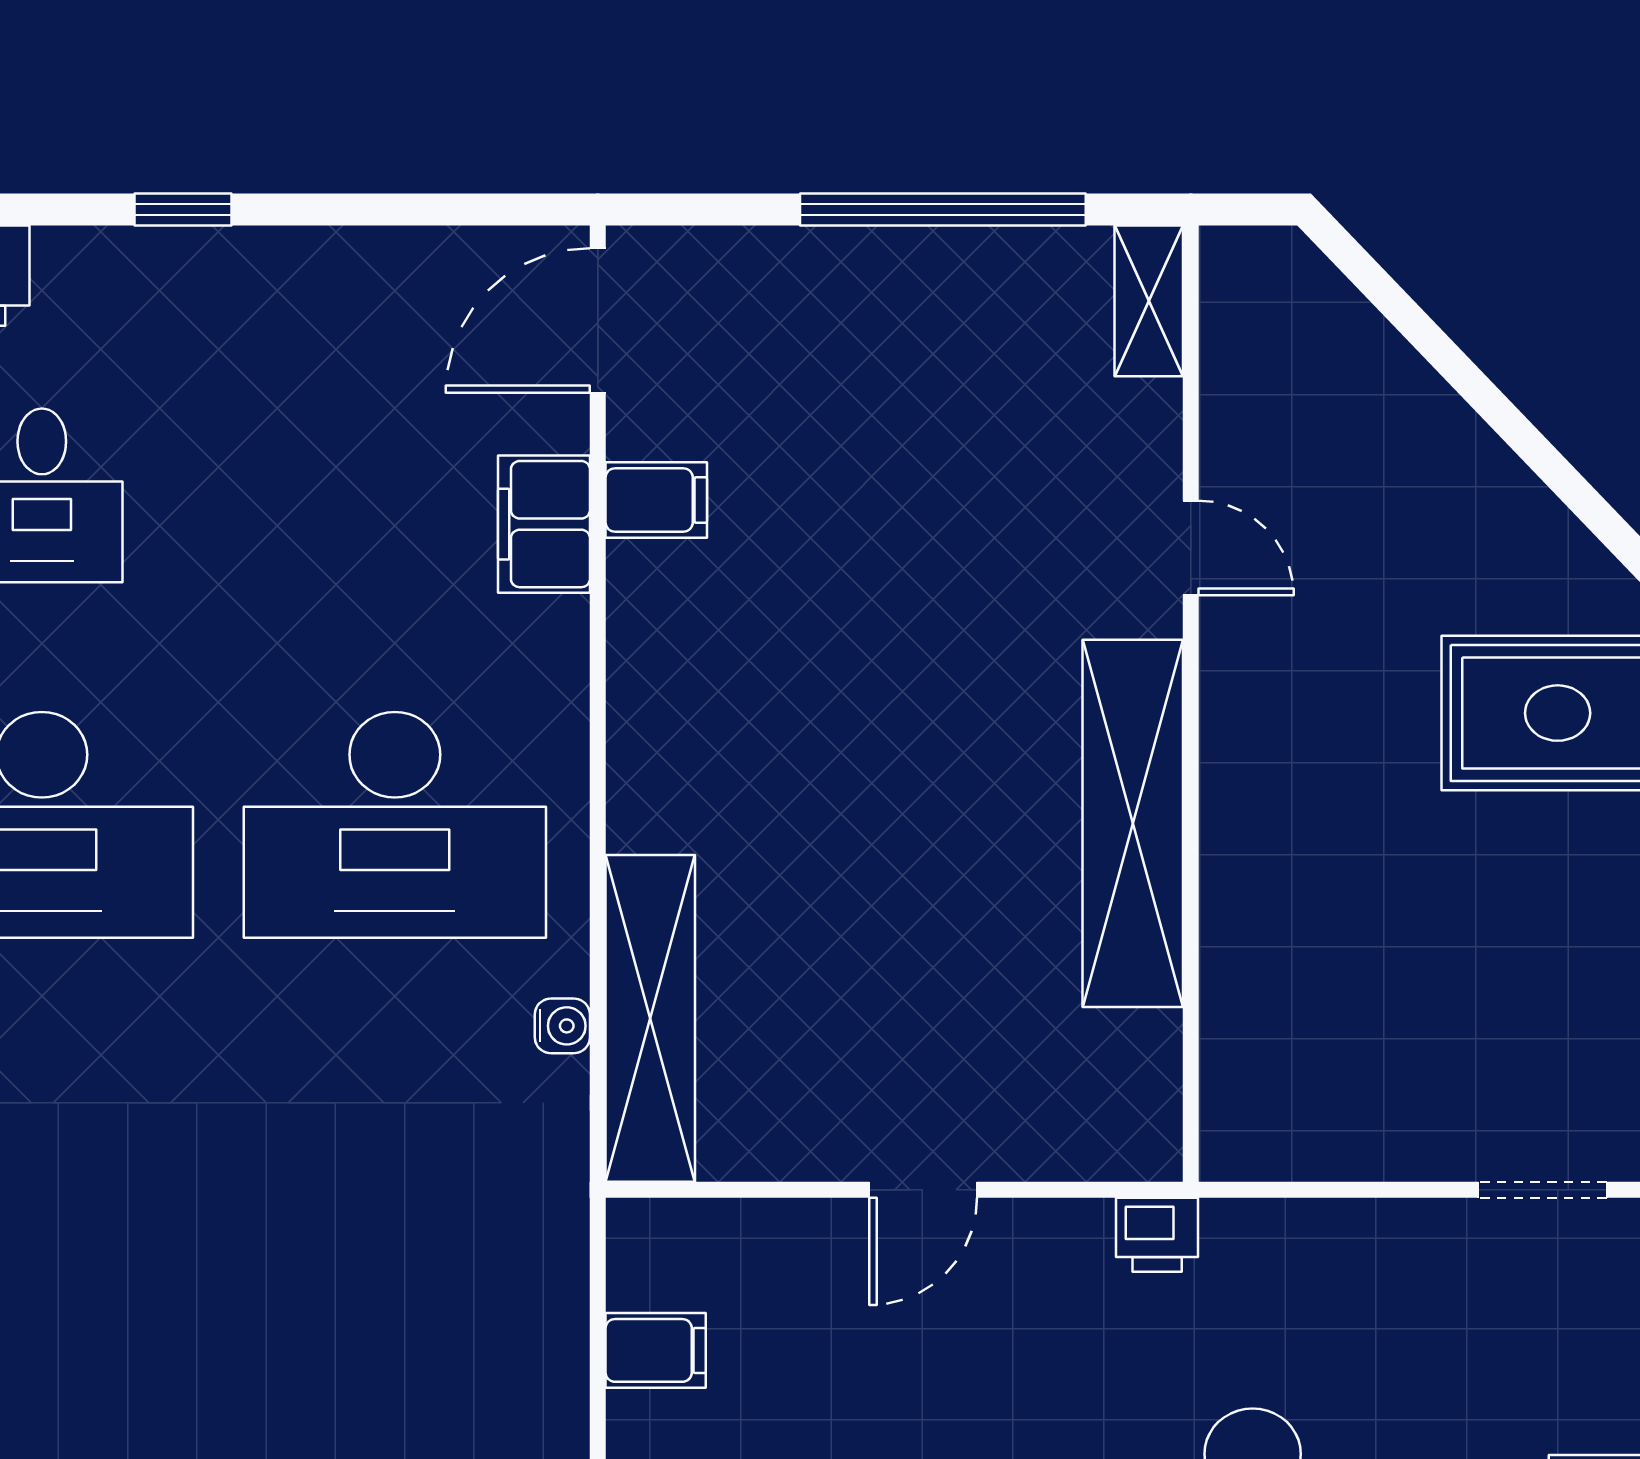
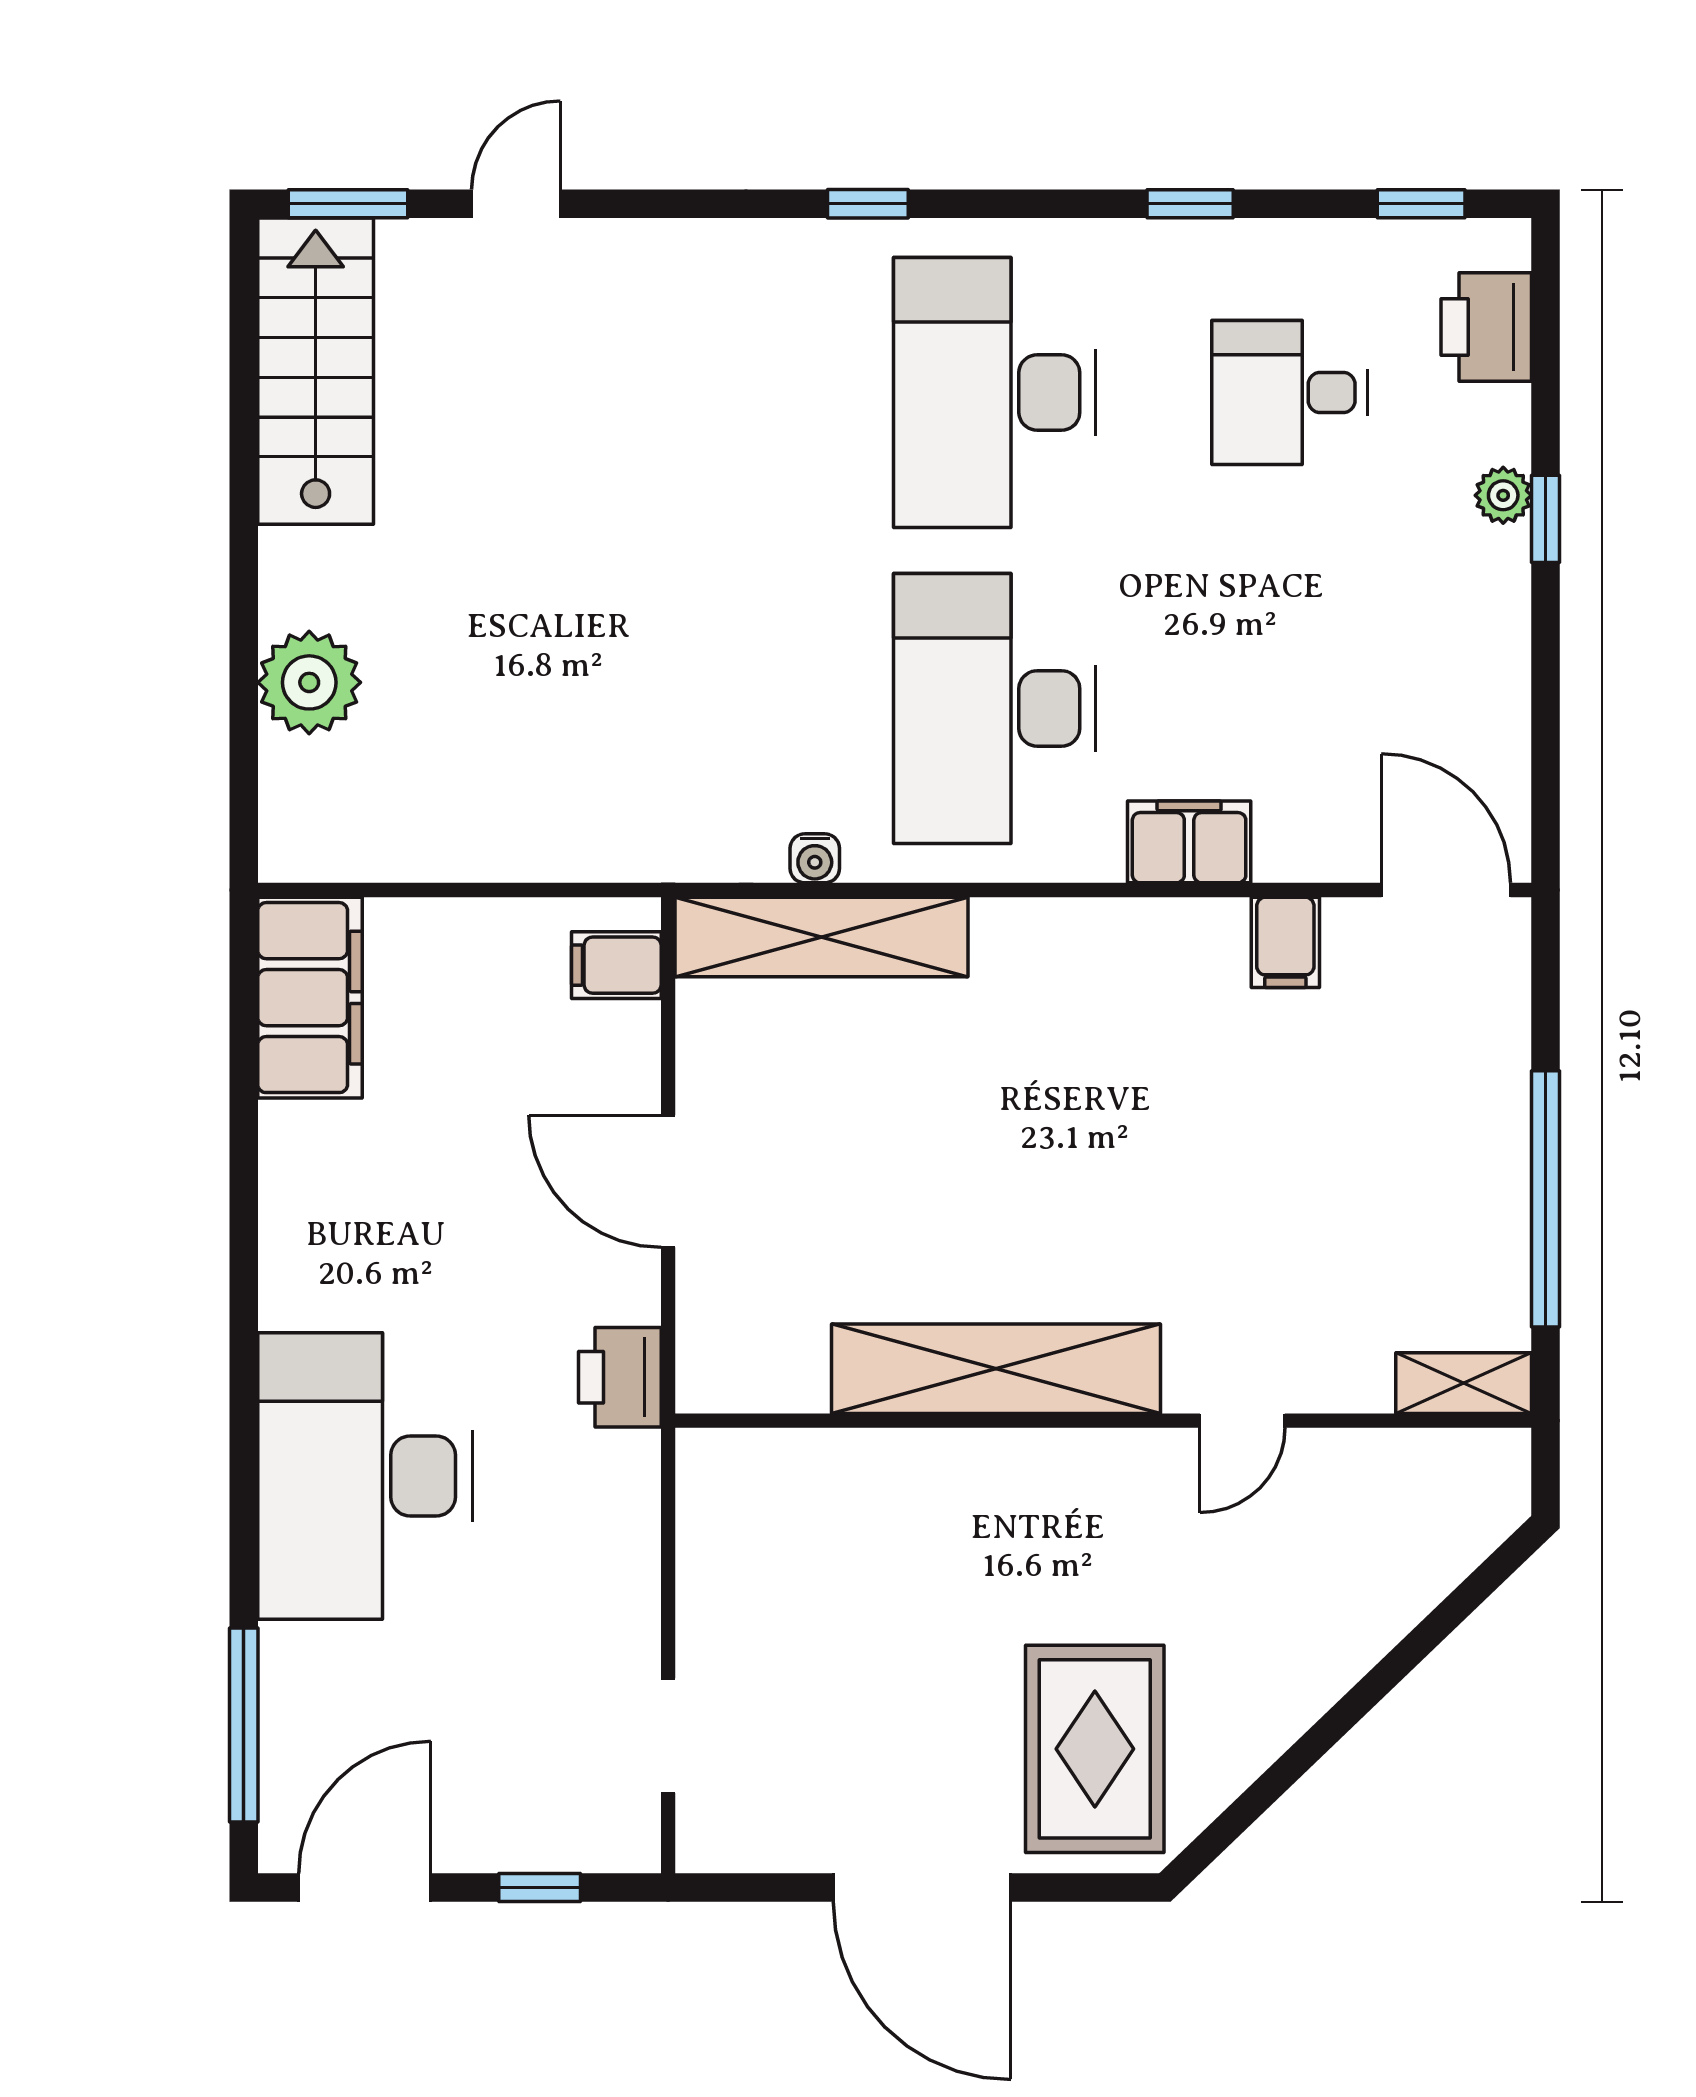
plant: (157, 257) -> (1503, 495), added
filing cabinet: (544, 524) -> (1189, 842), moved
door: (923, 1190) -> (668, 1181), width x1.38
printer: (1157, 1235) -> (620, 1377), width x1.36, depth x1.24
filing cabinet: (656, 1350) -> (616, 965), moved, turned 90

